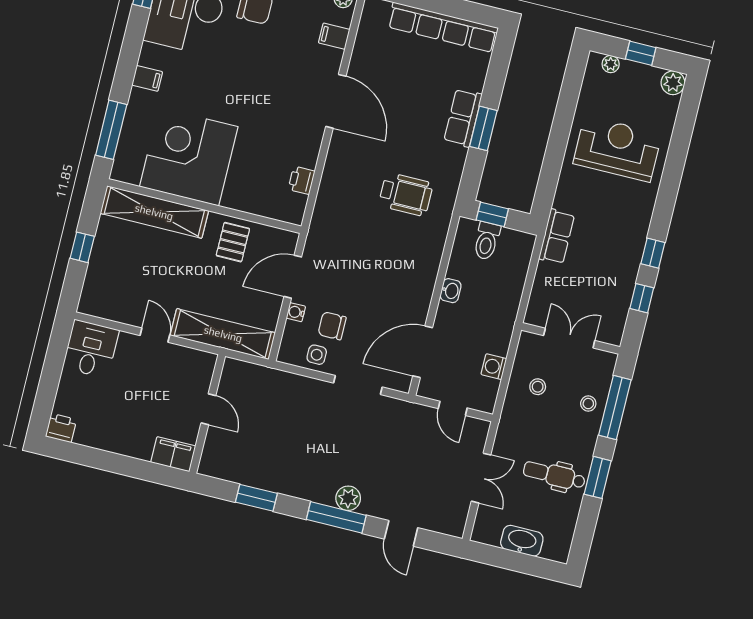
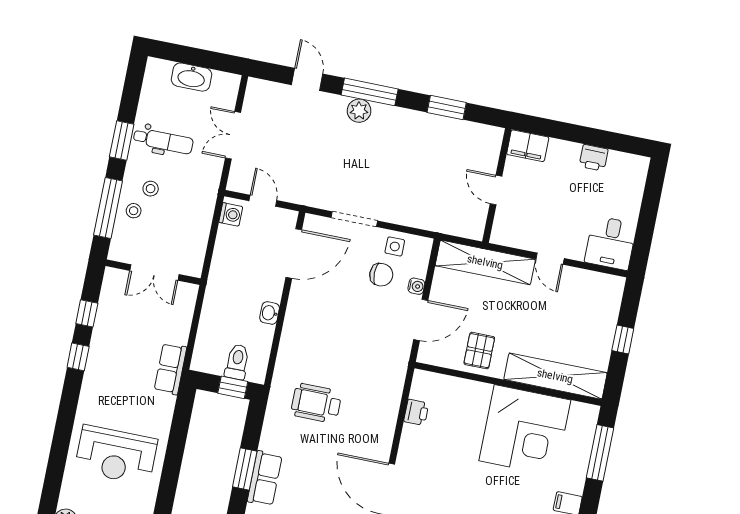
washing machine: (494, 367) -> (231, 214), moved
stool: (538, 387) -> (151, 189), moved
printer: (61, 428) -> (594, 158), moved

